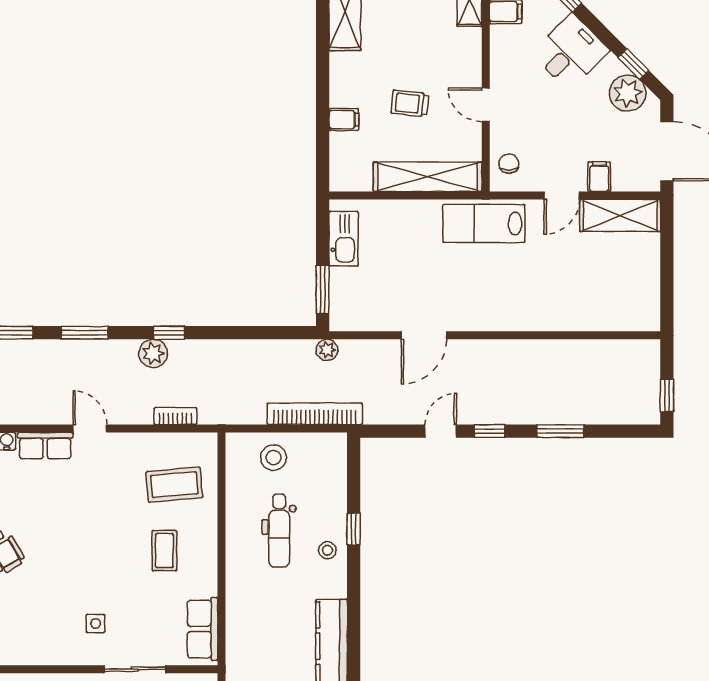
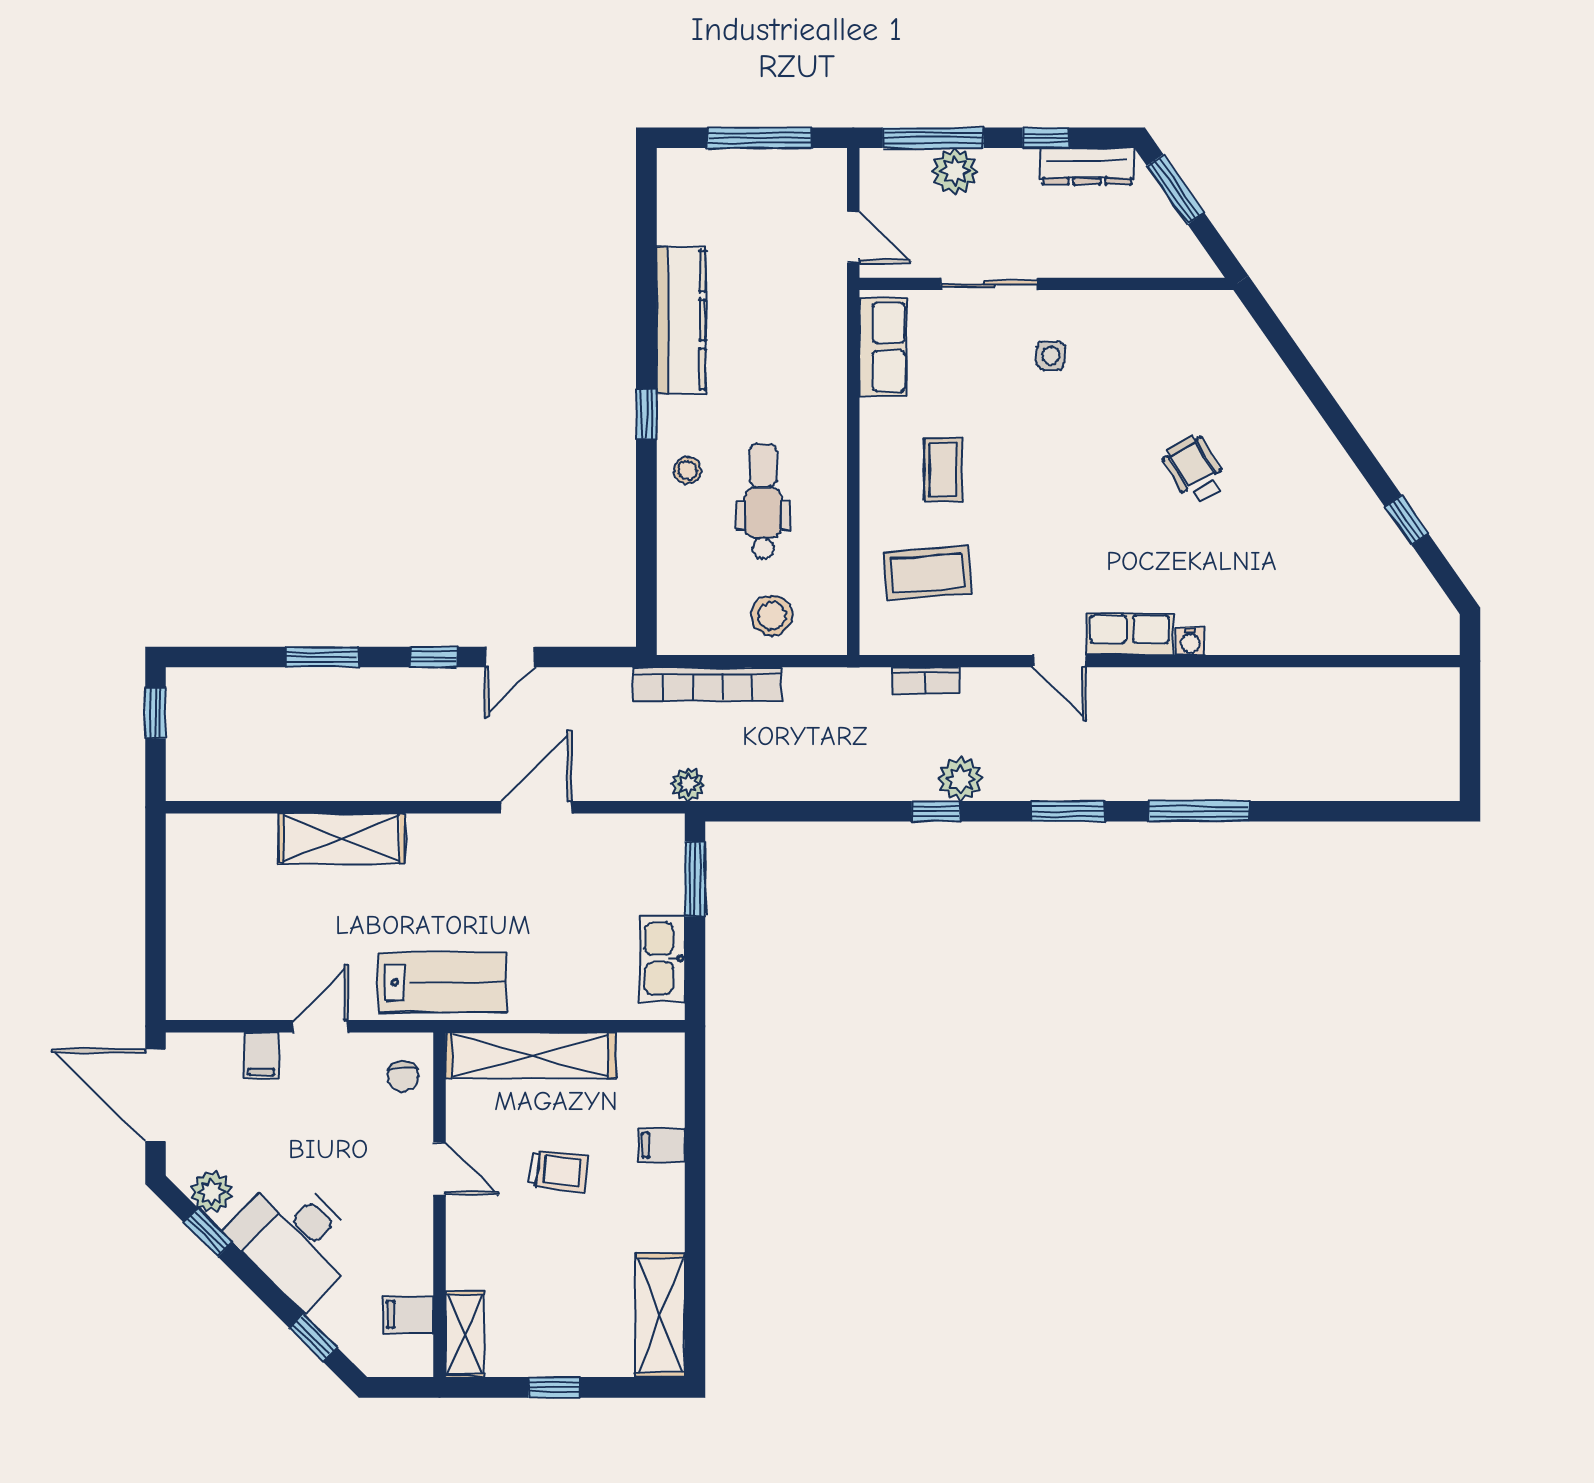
desk: (570, 52) -> (295, 1240), width x1.37
plant: (628, 93) -> (212, 1192), width x0.73, depth x0.73
shelving: (620, 215) -> (342, 839), moved
window: (354, 529) -> (646, 414), moved

